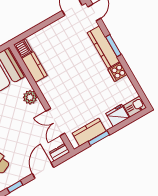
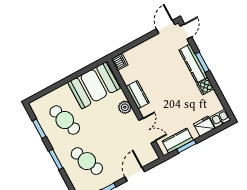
kitchen counter: (34, 67) -> (138, 95), moved
double door: (55, 122) -> (147, 131), swing flipped
dresser: (59, 152) -> (150, 158), removed

